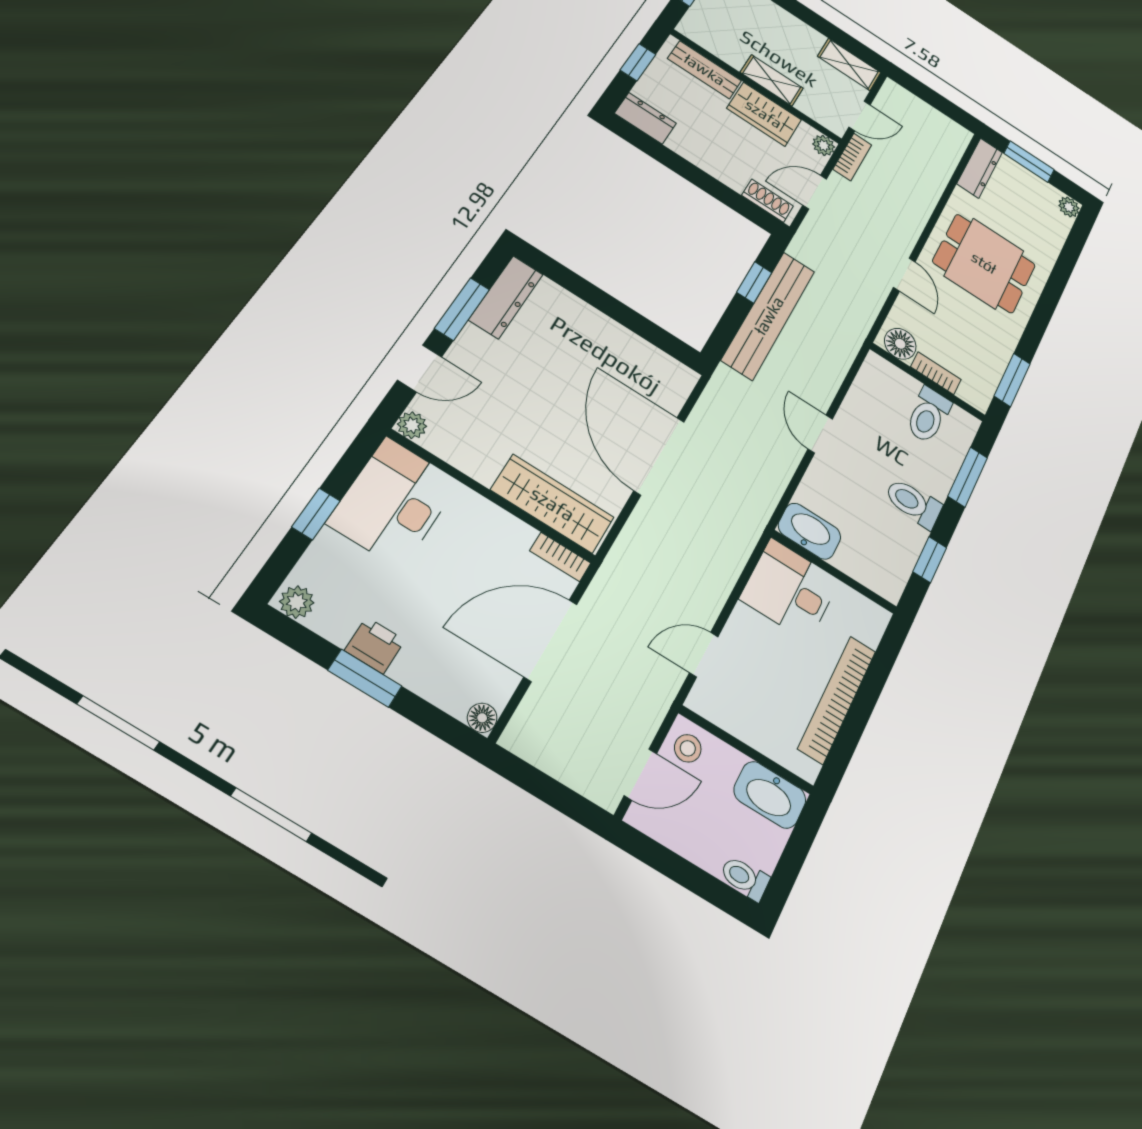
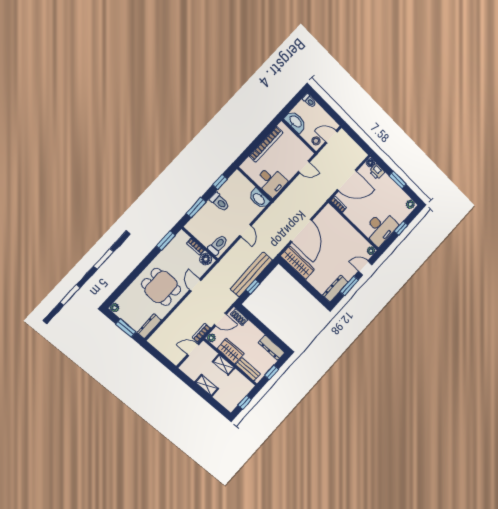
shelving: (849, 64) -> (207, 385), moved
dresser: (646, 118) -> (272, 348), width x1.44
toilet: (928, 415) -> (218, 245), moved
wardrobe: (553, 504) -> (298, 263), moved, turned 180
printer: (375, 645) -> (377, 172), moved

